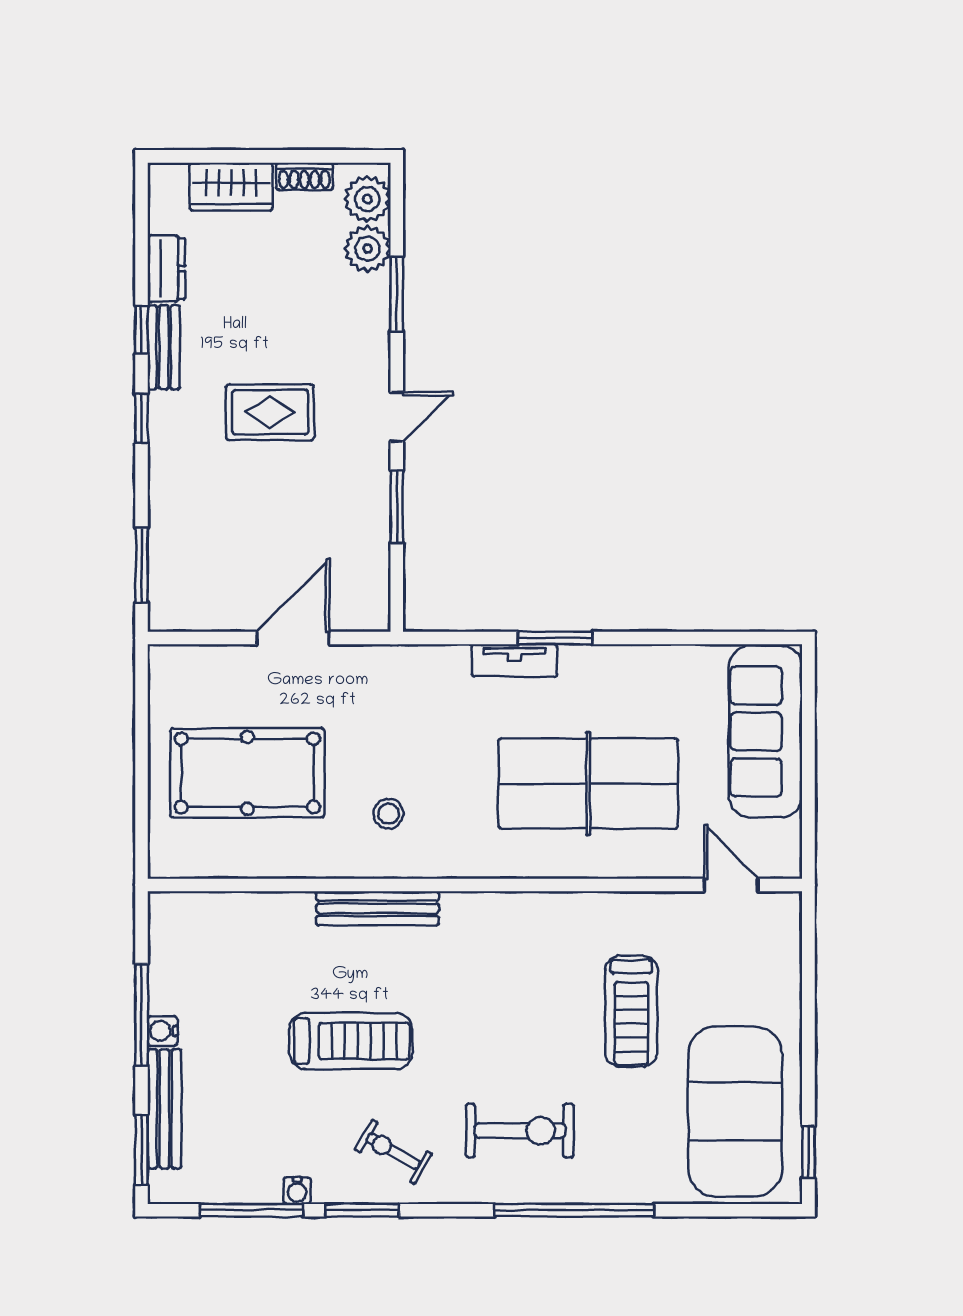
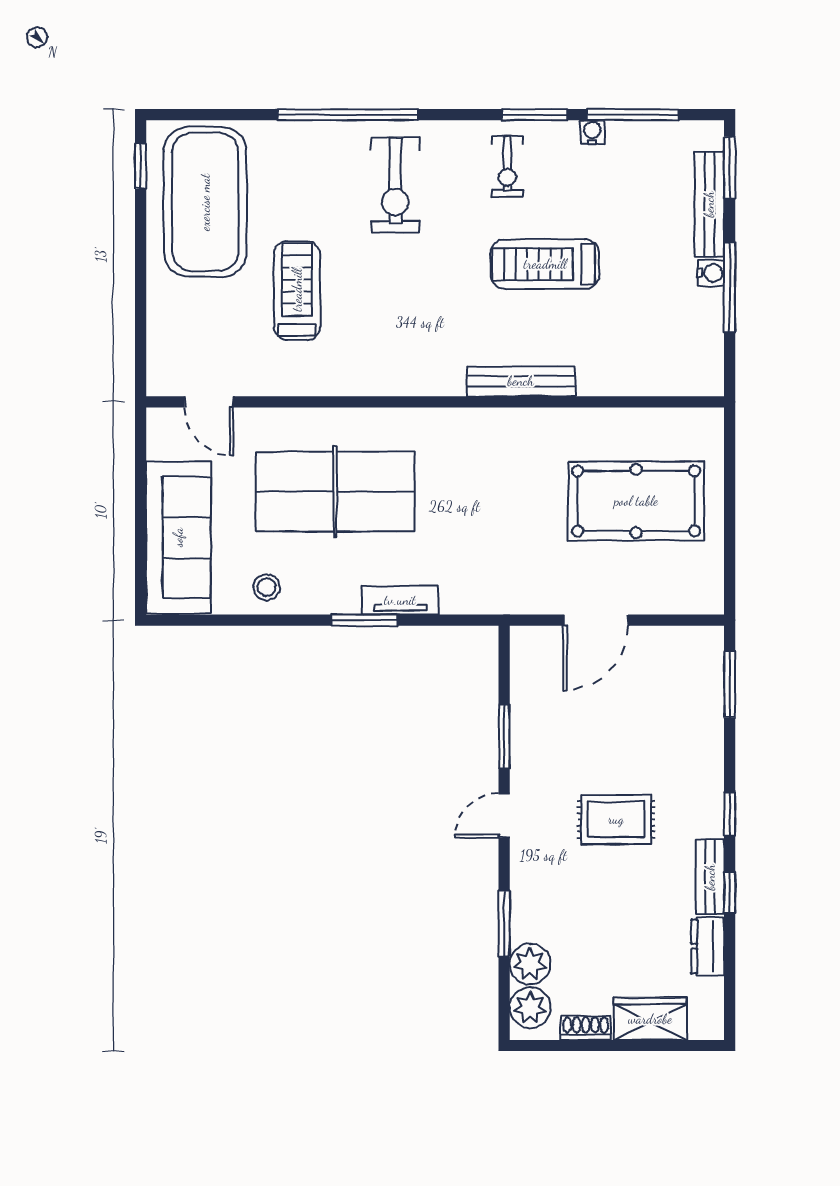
stool: (389, 814) -> (266, 587), moved
exercise bike: (520, 1131) -> (395, 185), turned -90
exercise bike: (393, 1152) -> (507, 166), turned 60

